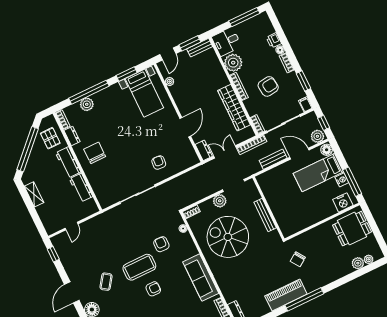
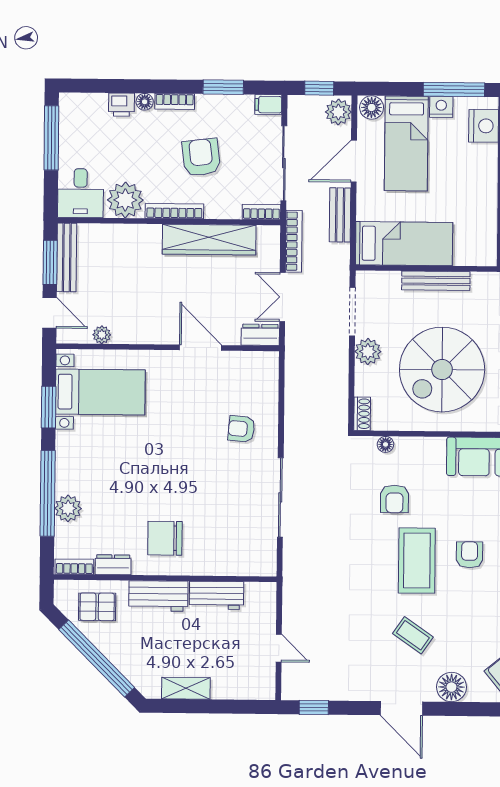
bench: (200, 48) -> (67, 257), width x1.36
bed: (274, 193) -> (404, 244), added
armchair: (161, 244) -> (395, 499), turned -92

